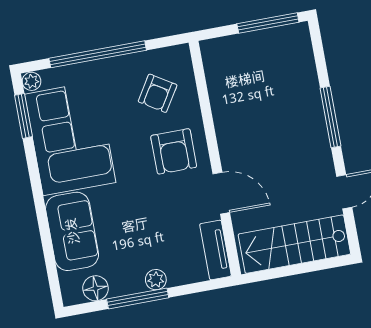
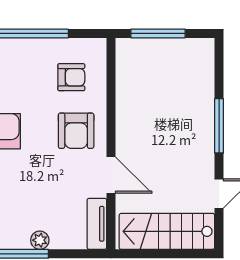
window: (268, 23) -> (158, 33), moved
armchair: (158, 93) -> (71, 77), turned -122

